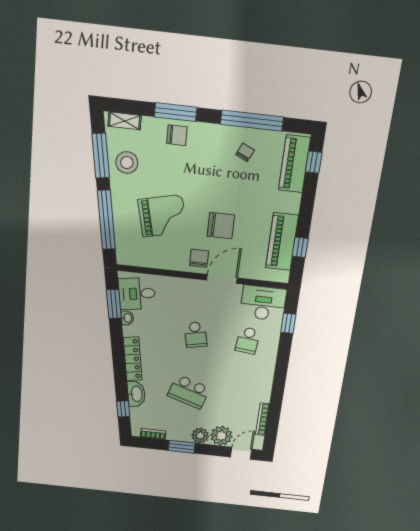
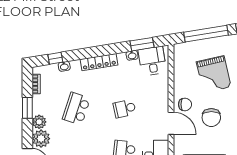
washbasin: (136, 394) -> (64, 66), width x0.52, depth x0.69

